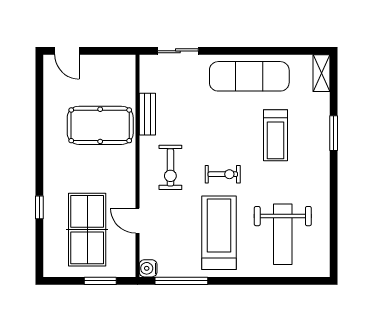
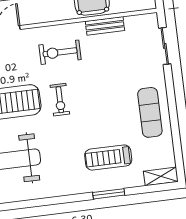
exercise mat: (249, 76) -> (150, 112), width x0.73, depth x0.69
treadmill: (276, 135) -> (108, 158), moved

